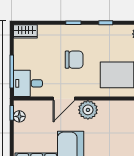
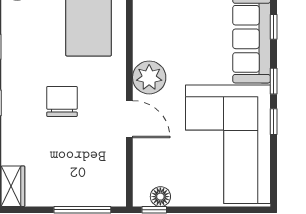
desk: (28, 83) -> (103, 182), removed

